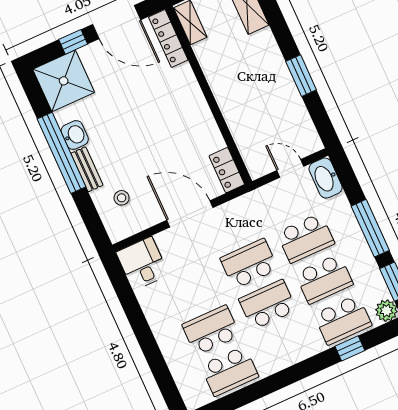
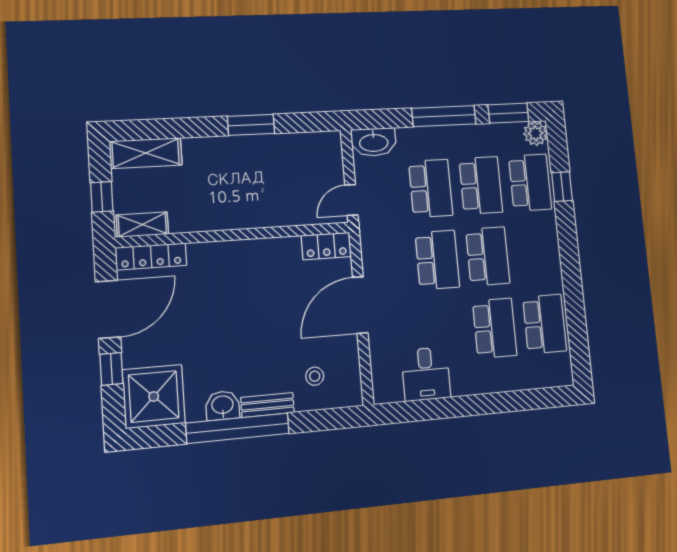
door: (290, 168) -> (351, 200), moved
desk: (142, 263) -> (426, 374), moved, turned -90
school desk: (249, 264) -> (437, 260), turned 180
school desk: (268, 305) -> (488, 256), turned 180
school desk: (211, 330) -> (495, 328), turned 180

